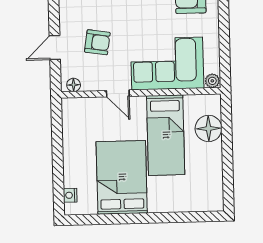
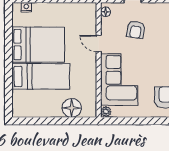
door: (118, 93) -> (99, 43), hinge flipped
bed: (166, 135) -> (41, 76), moved, turned 180

